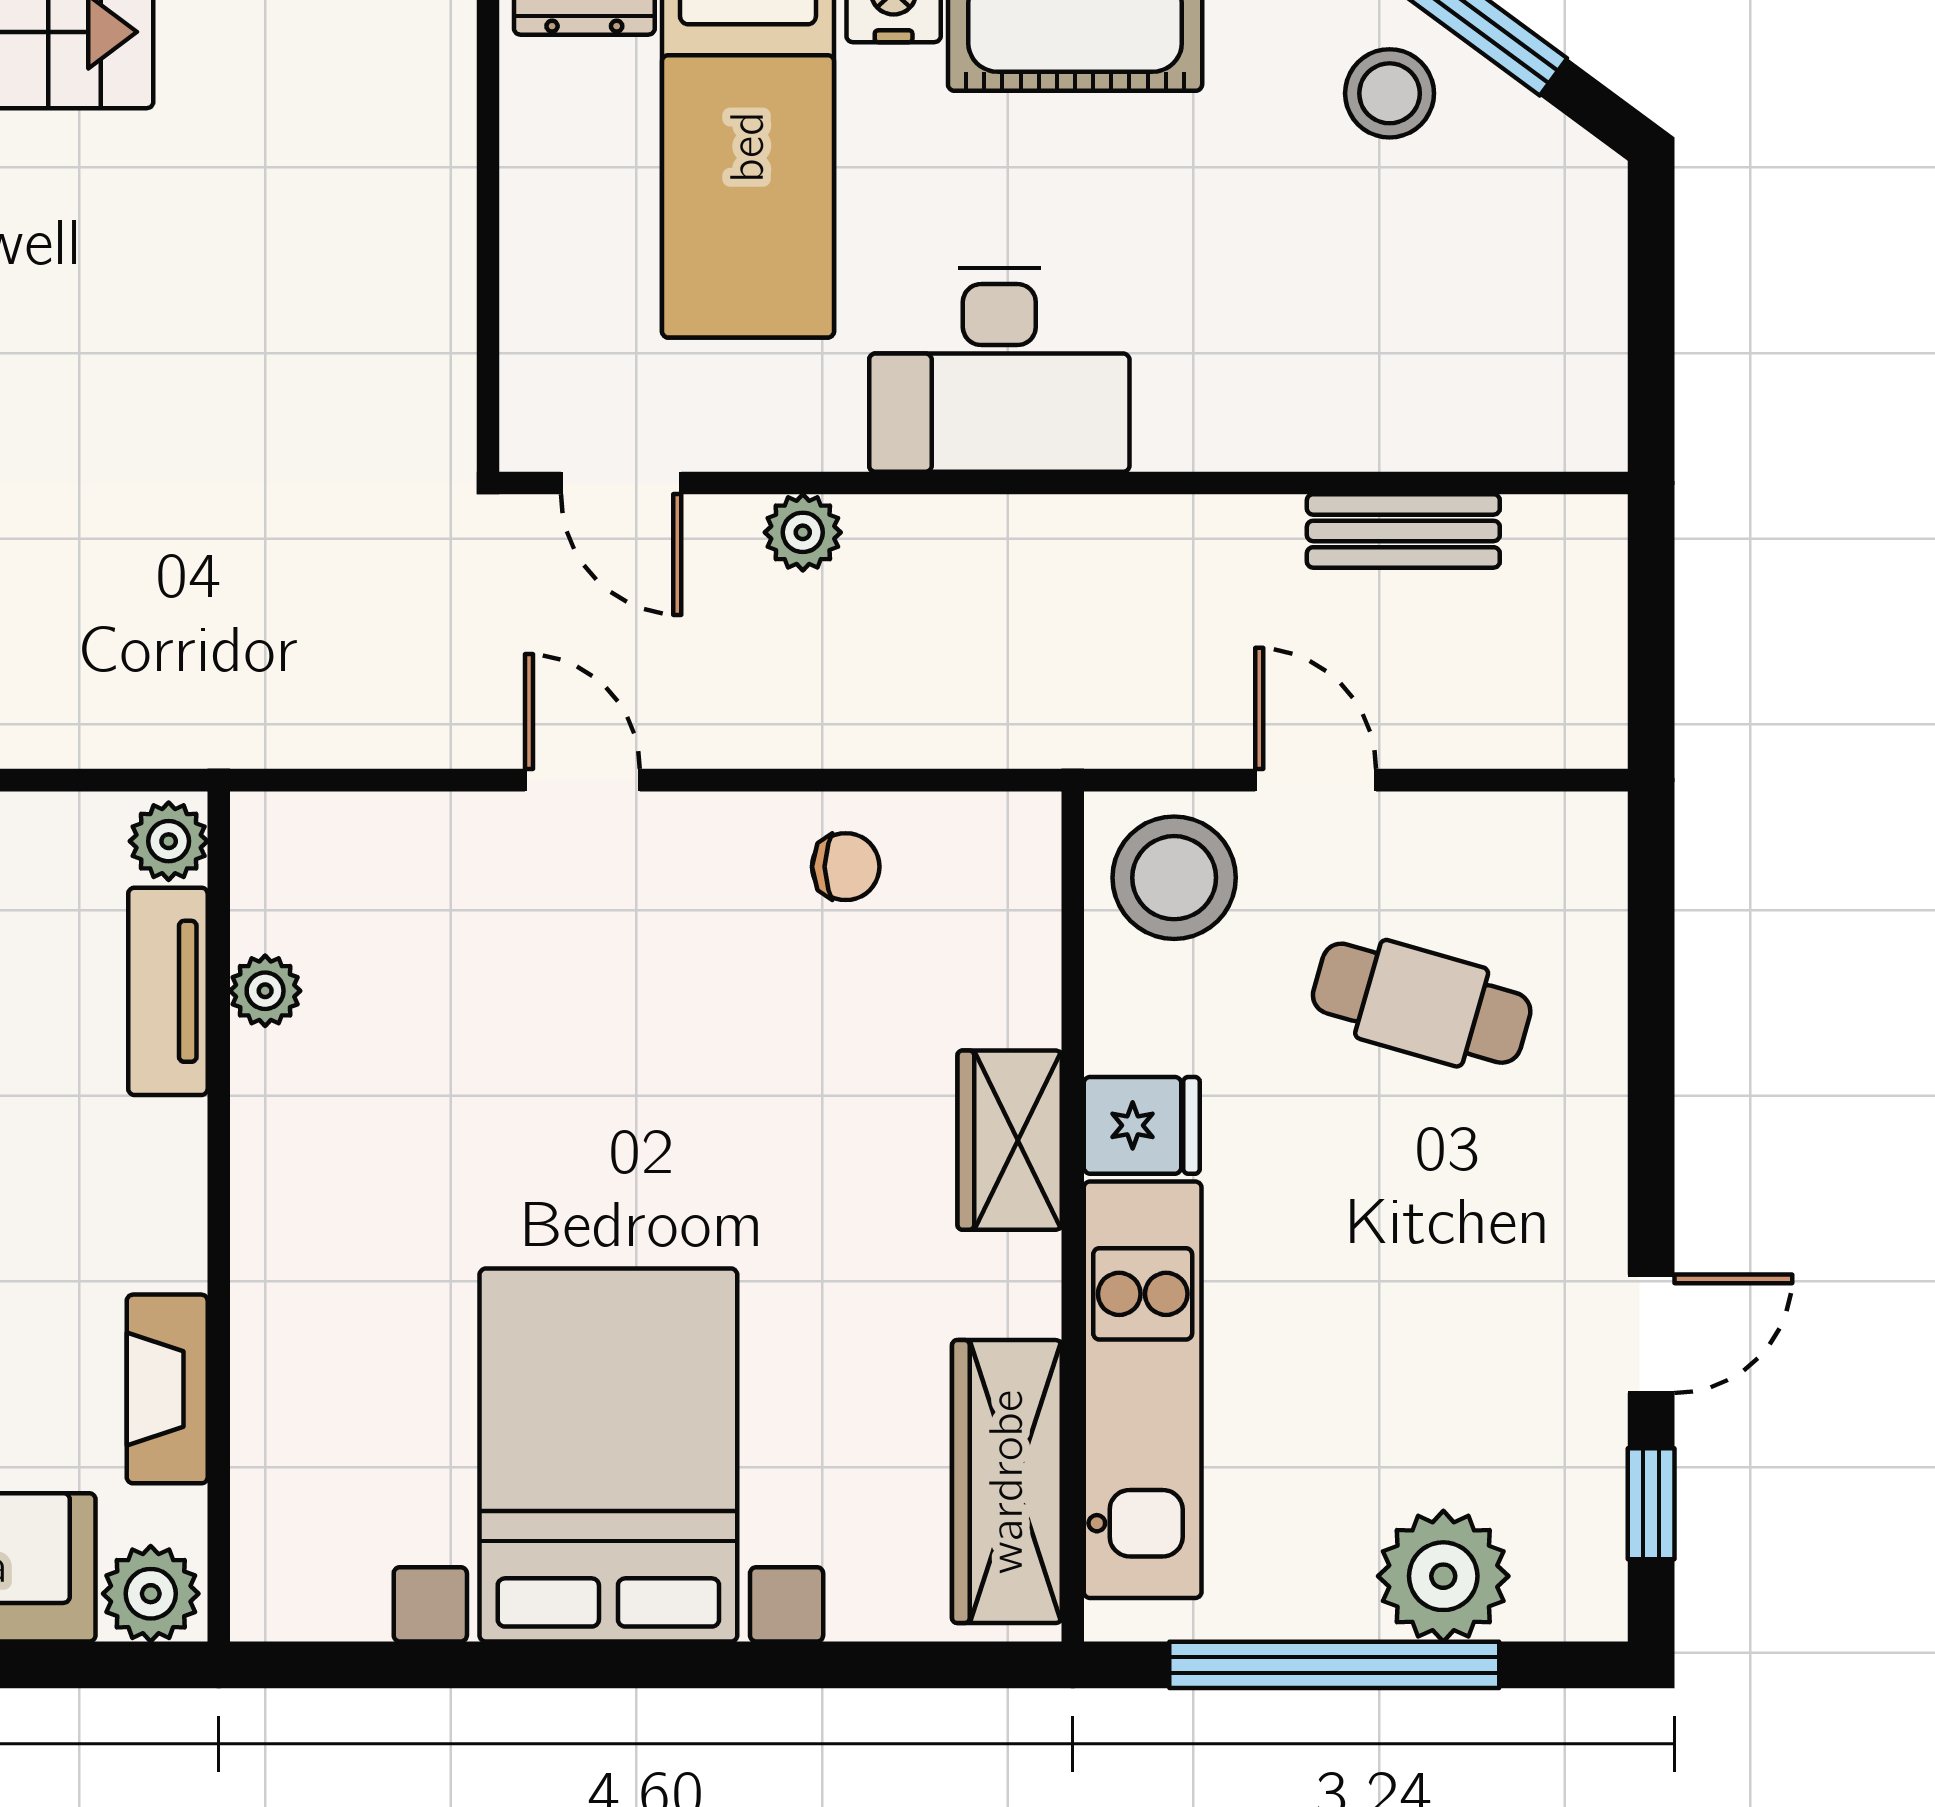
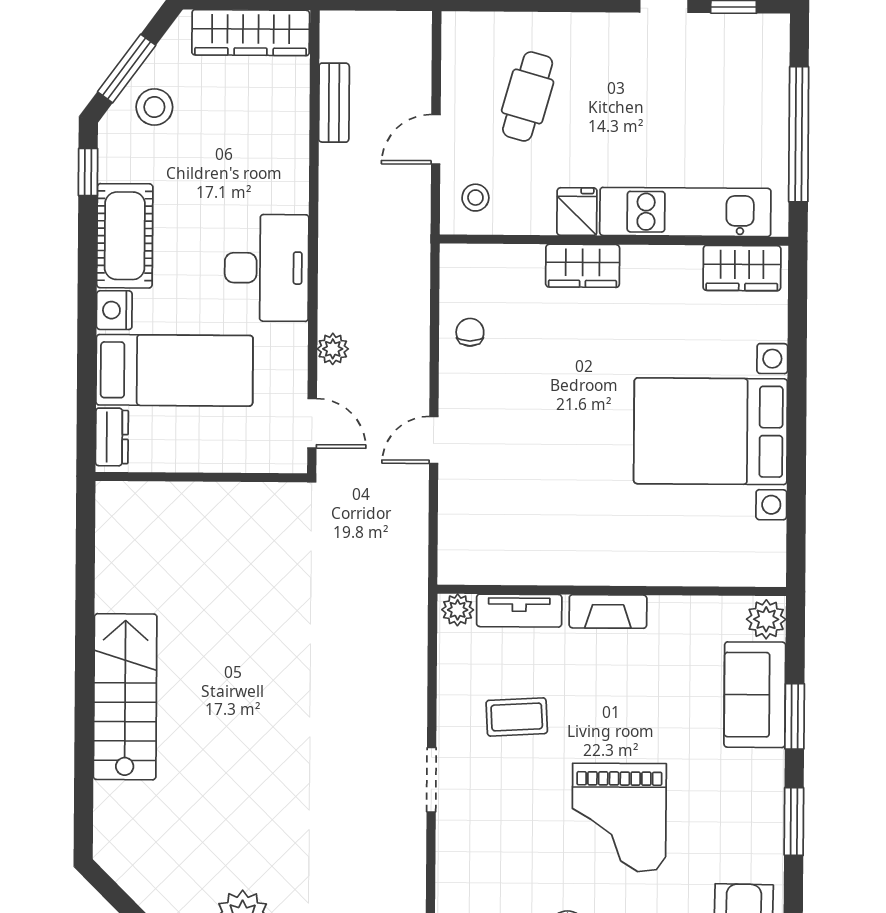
wardrobe: (1573, 327) -> (251, 33), added
door: (621, 483) -> (312, 423), hinge flipped
stool: (1174, 878) -> (475, 198), width x0.53, depth x0.53
plant: (265, 991) -> (519, 571), removed
fireplace: (167, 1389) -> (608, 611), moved
wardrobe: (1007, 1482) -> (742, 268), width x0.67
plant: (1443, 1576) -> (763, 89), removed

